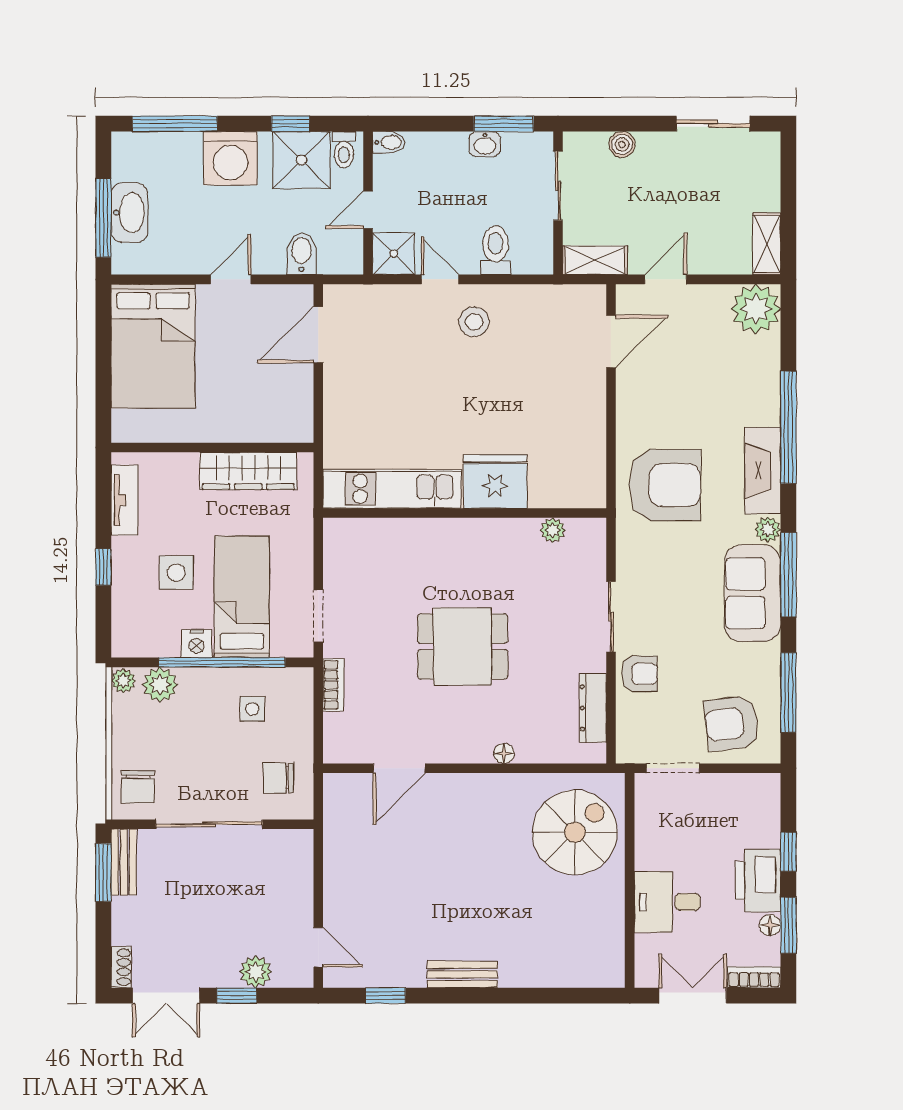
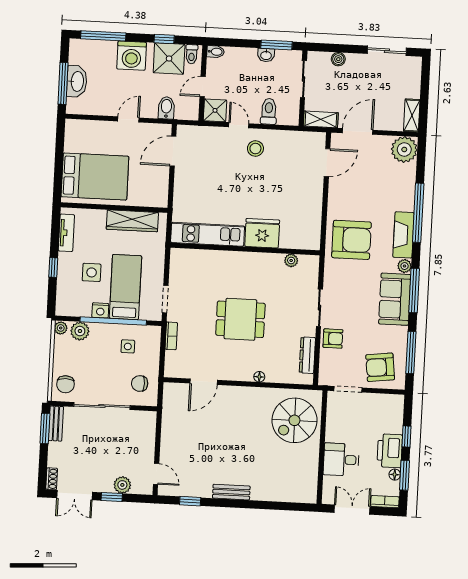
door: (666, 279) -> (358, 131), width x1.38
bed: (153, 346) -> (95, 176), moved, turned -90
spiral stairs: (575, 832) -> (294, 420), turned 180

